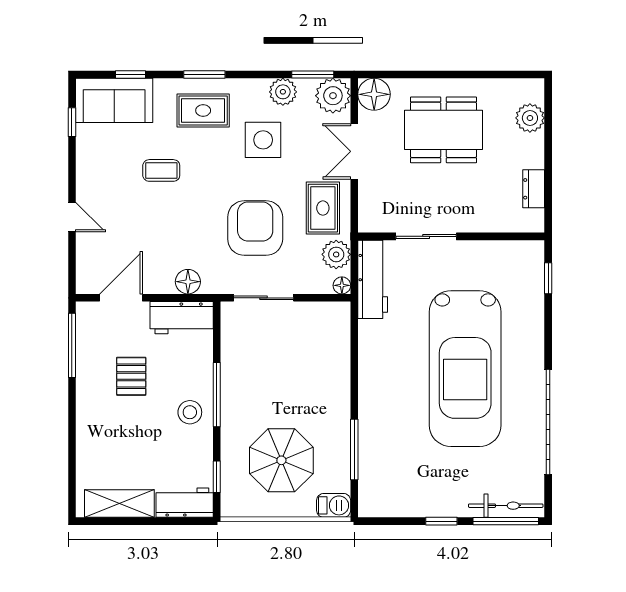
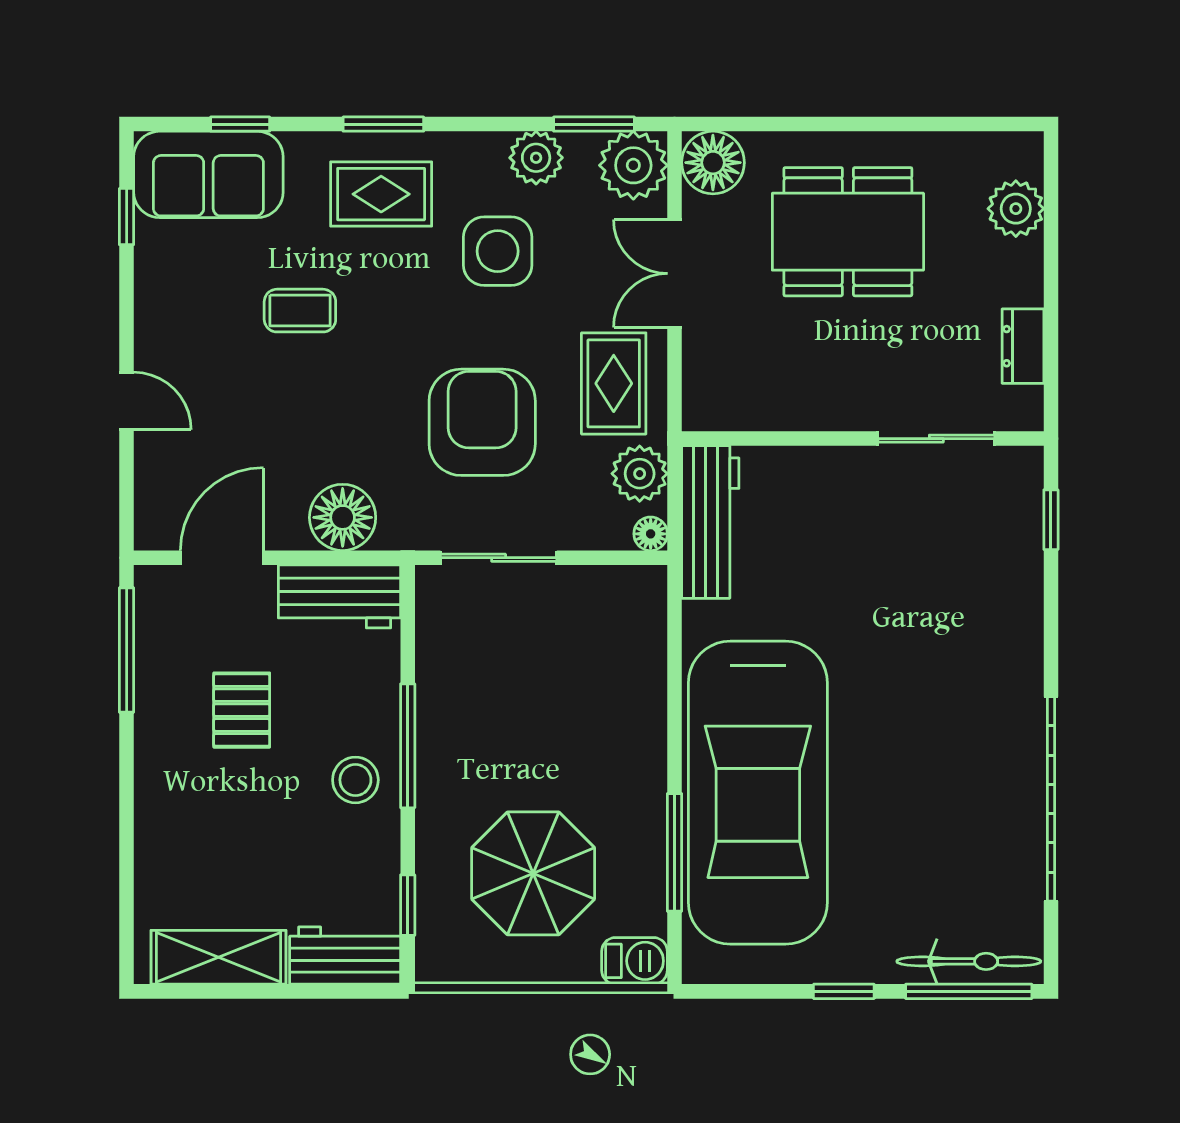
sliding door: (426, 236) -> (936, 439), moved
floor lamp: (188, 282) -> (343, 517), width x1.38, depth x1.38
car: (465, 369) -> (758, 793), moved

